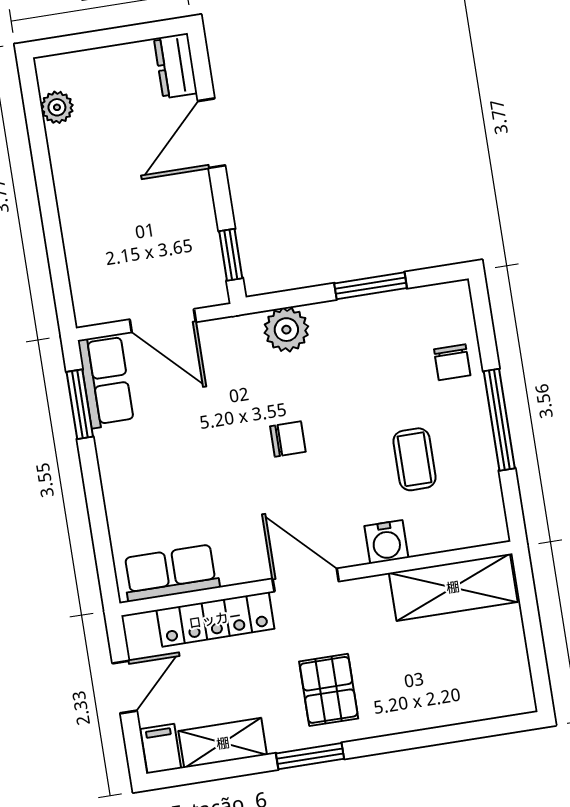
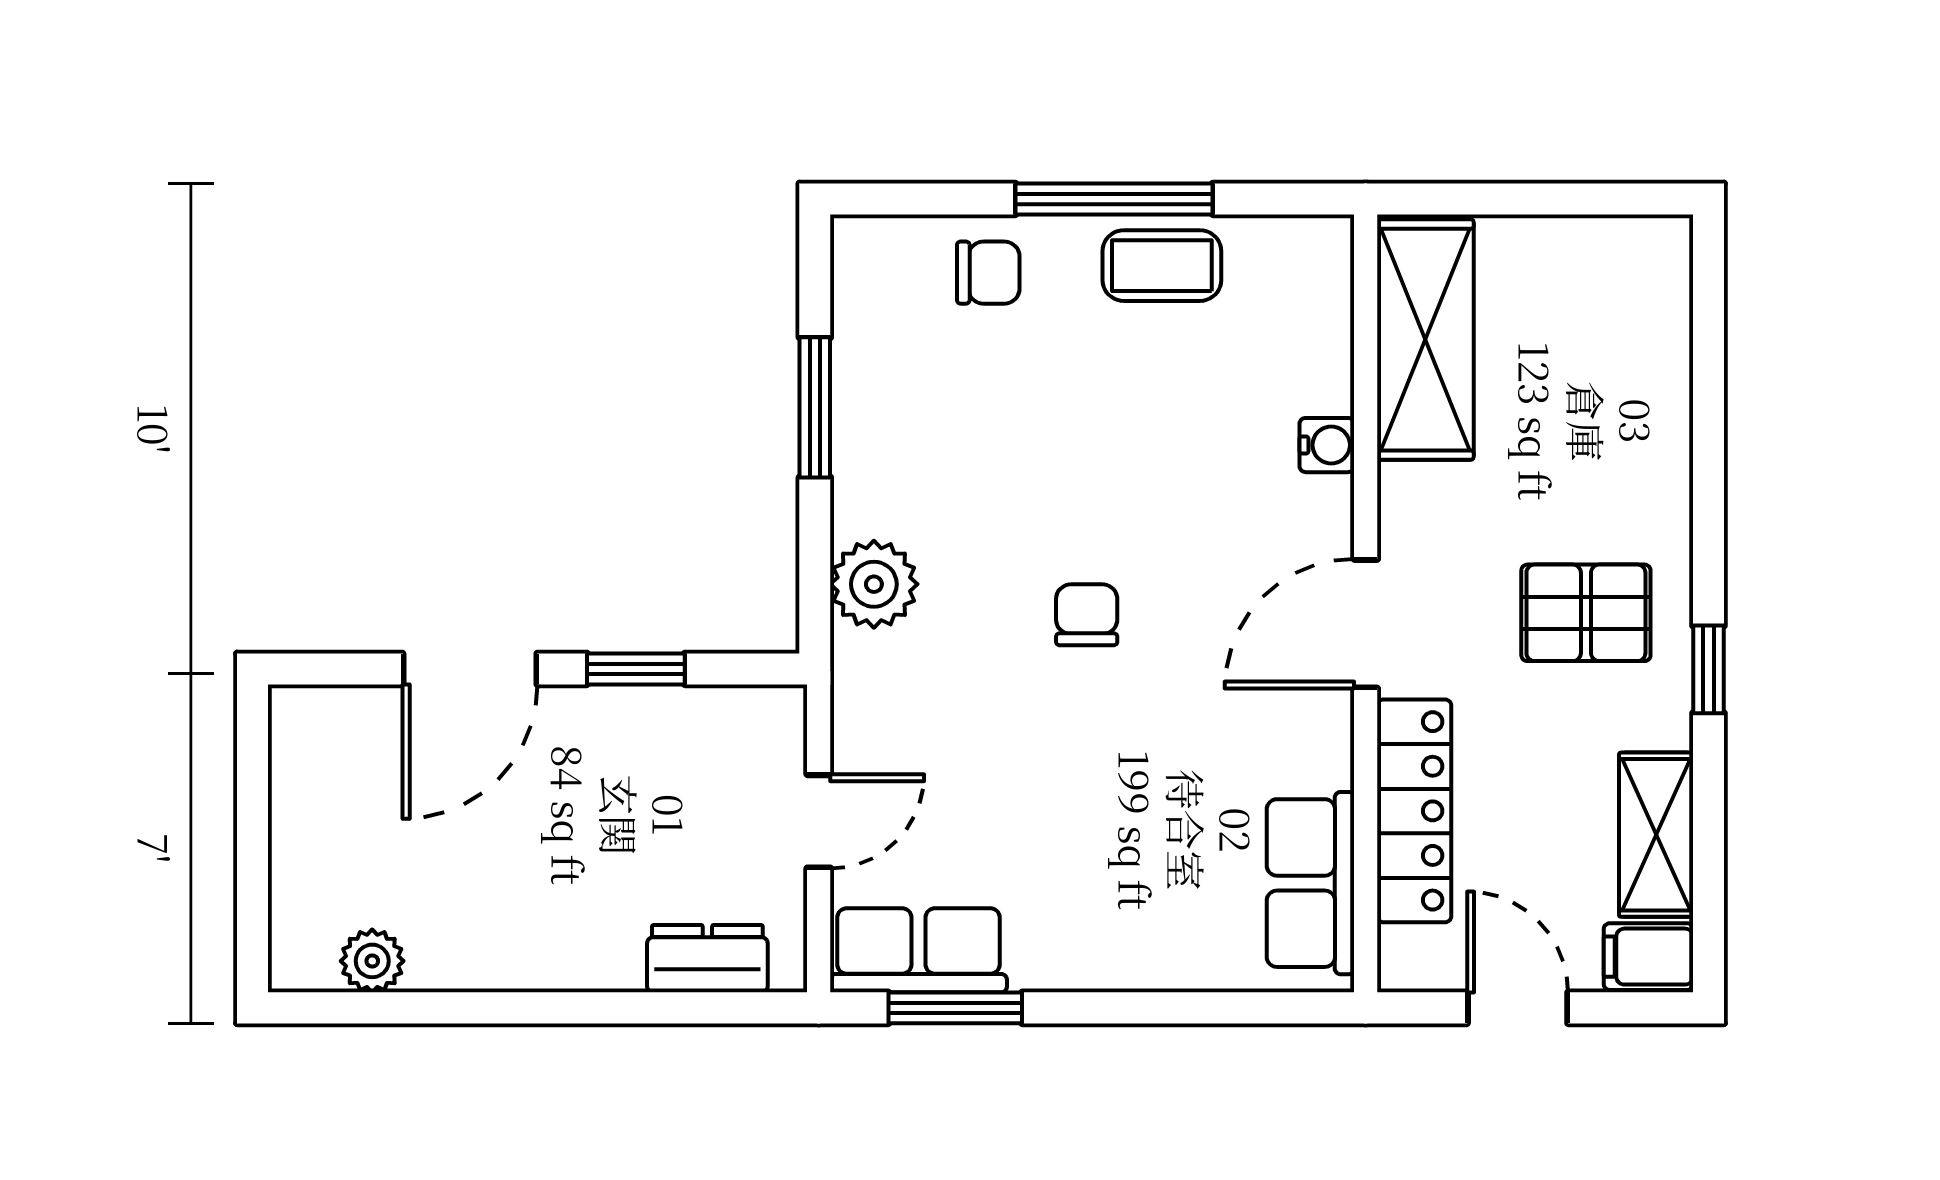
dresser: (176, 66) -> (707, 959), moved, turned 180
door: (212, 133) -> (470, 669), hinge flipped
window: (231, 255) -> (636, 669), moved
door: (163, 321) -> (819, 821), width x0.73
coffee table: (414, 459) -> (1162, 266), moved
water cooler: (386, 542) -> (1327, 445), width x0.72, depth x0.72
window: (310, 756) -> (1709, 669), width x0.67

